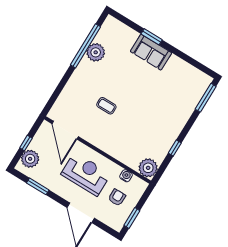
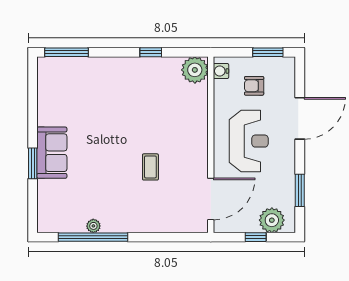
plant: (96, 52) -> (93, 226), width x0.53, depth x0.53
reception desk: (86, 174) -> (249, 141), turned 180
water cooler: (126, 176) -> (221, 71), moved

